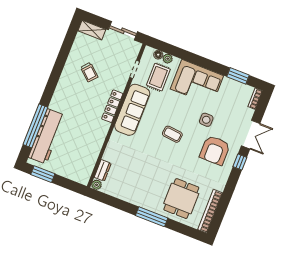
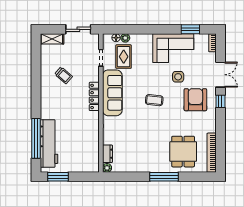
corner sofa: (197, 82) -> (173, 48), moved
armchair: (215, 150) -> (195, 100), turned 180

